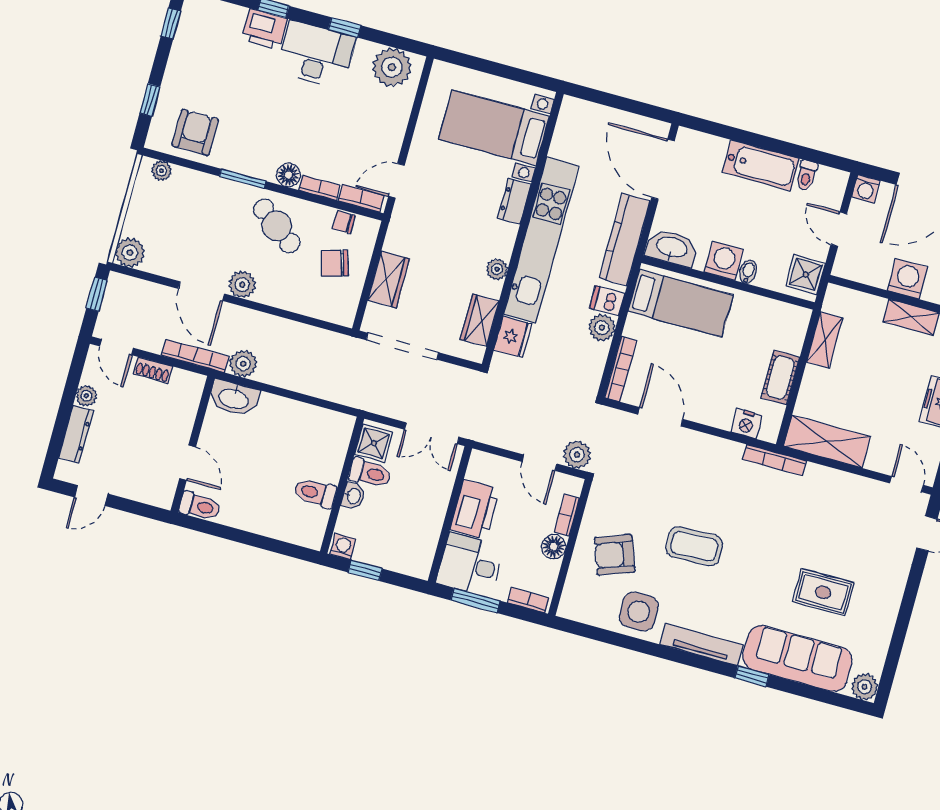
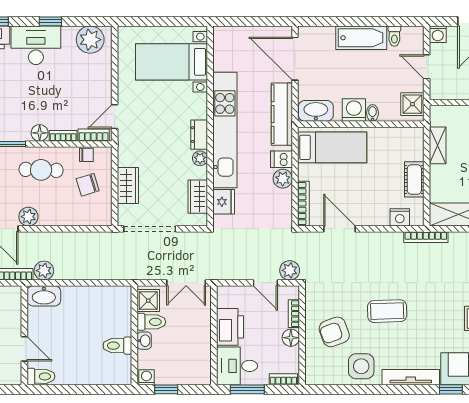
dresser: (514, 201) -> (199, 135), moved
chair: (344, 222) -> (86, 155), turned 180
cafe table: (277, 226) -> (41, 170), turned -35

